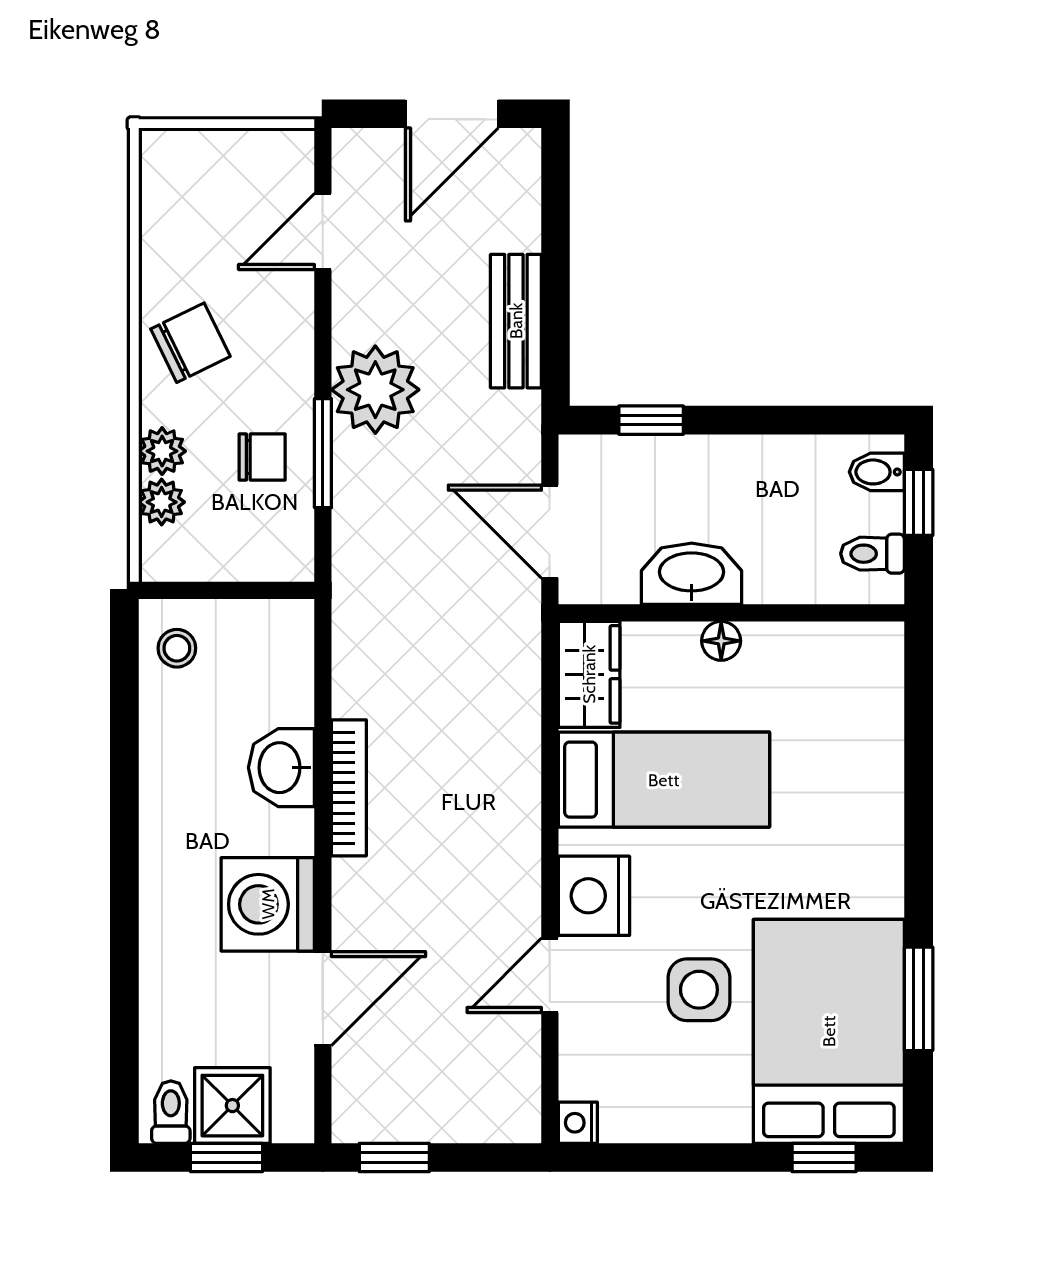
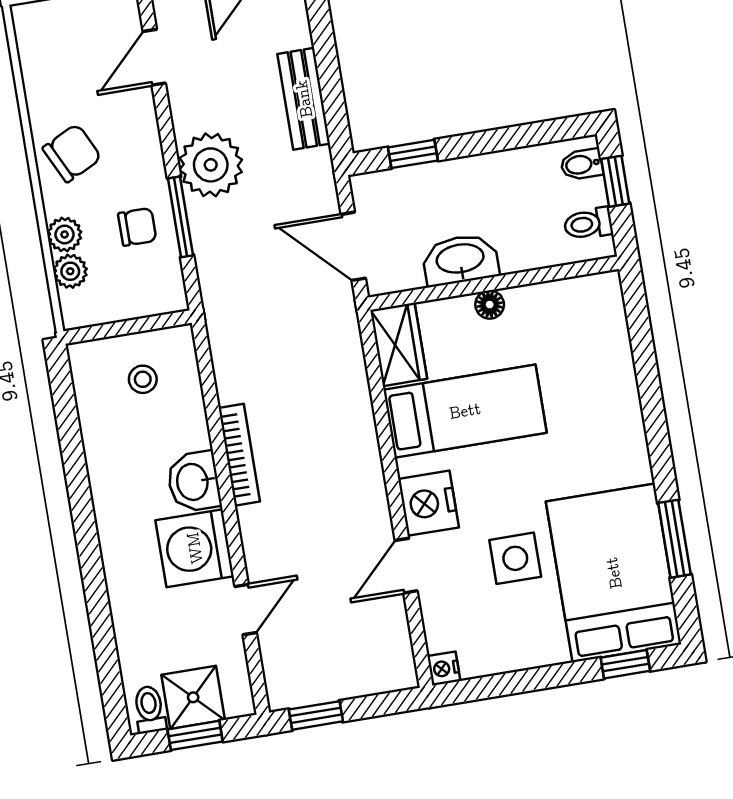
stool: (177, 648) -> (143, 379), moved
washbasin: (281, 768) -> (194, 482), moved
door: (323, 999) -> (246, 610), width x0.73

